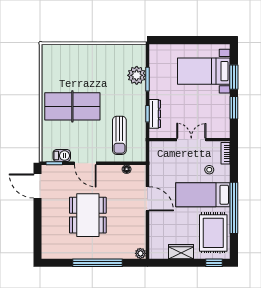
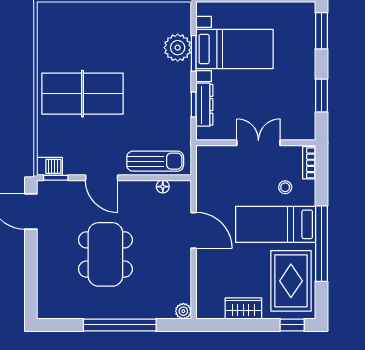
bed with nightstands: (204, 71) -> (235, 49), moved, turned 180
window: (234, 77) -> (321, 31), moved
sun lounger: (119, 135) -> (155, 161), moved, turned -90
barbecue: (62, 156) -> (50, 166), moved

